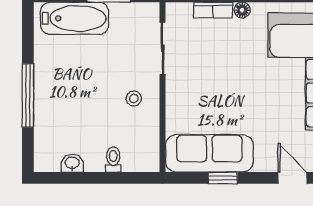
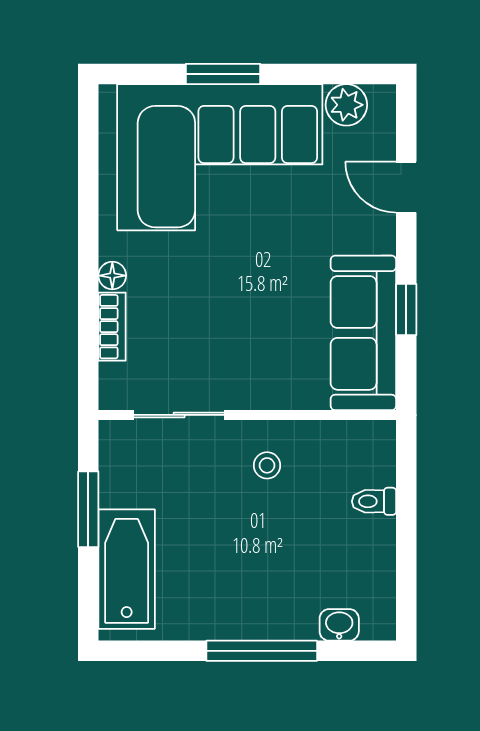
washbasin: (72, 163) -> (339, 625), moved, turned 90
door: (293, 178) -> (406, 187), hinge flipped

